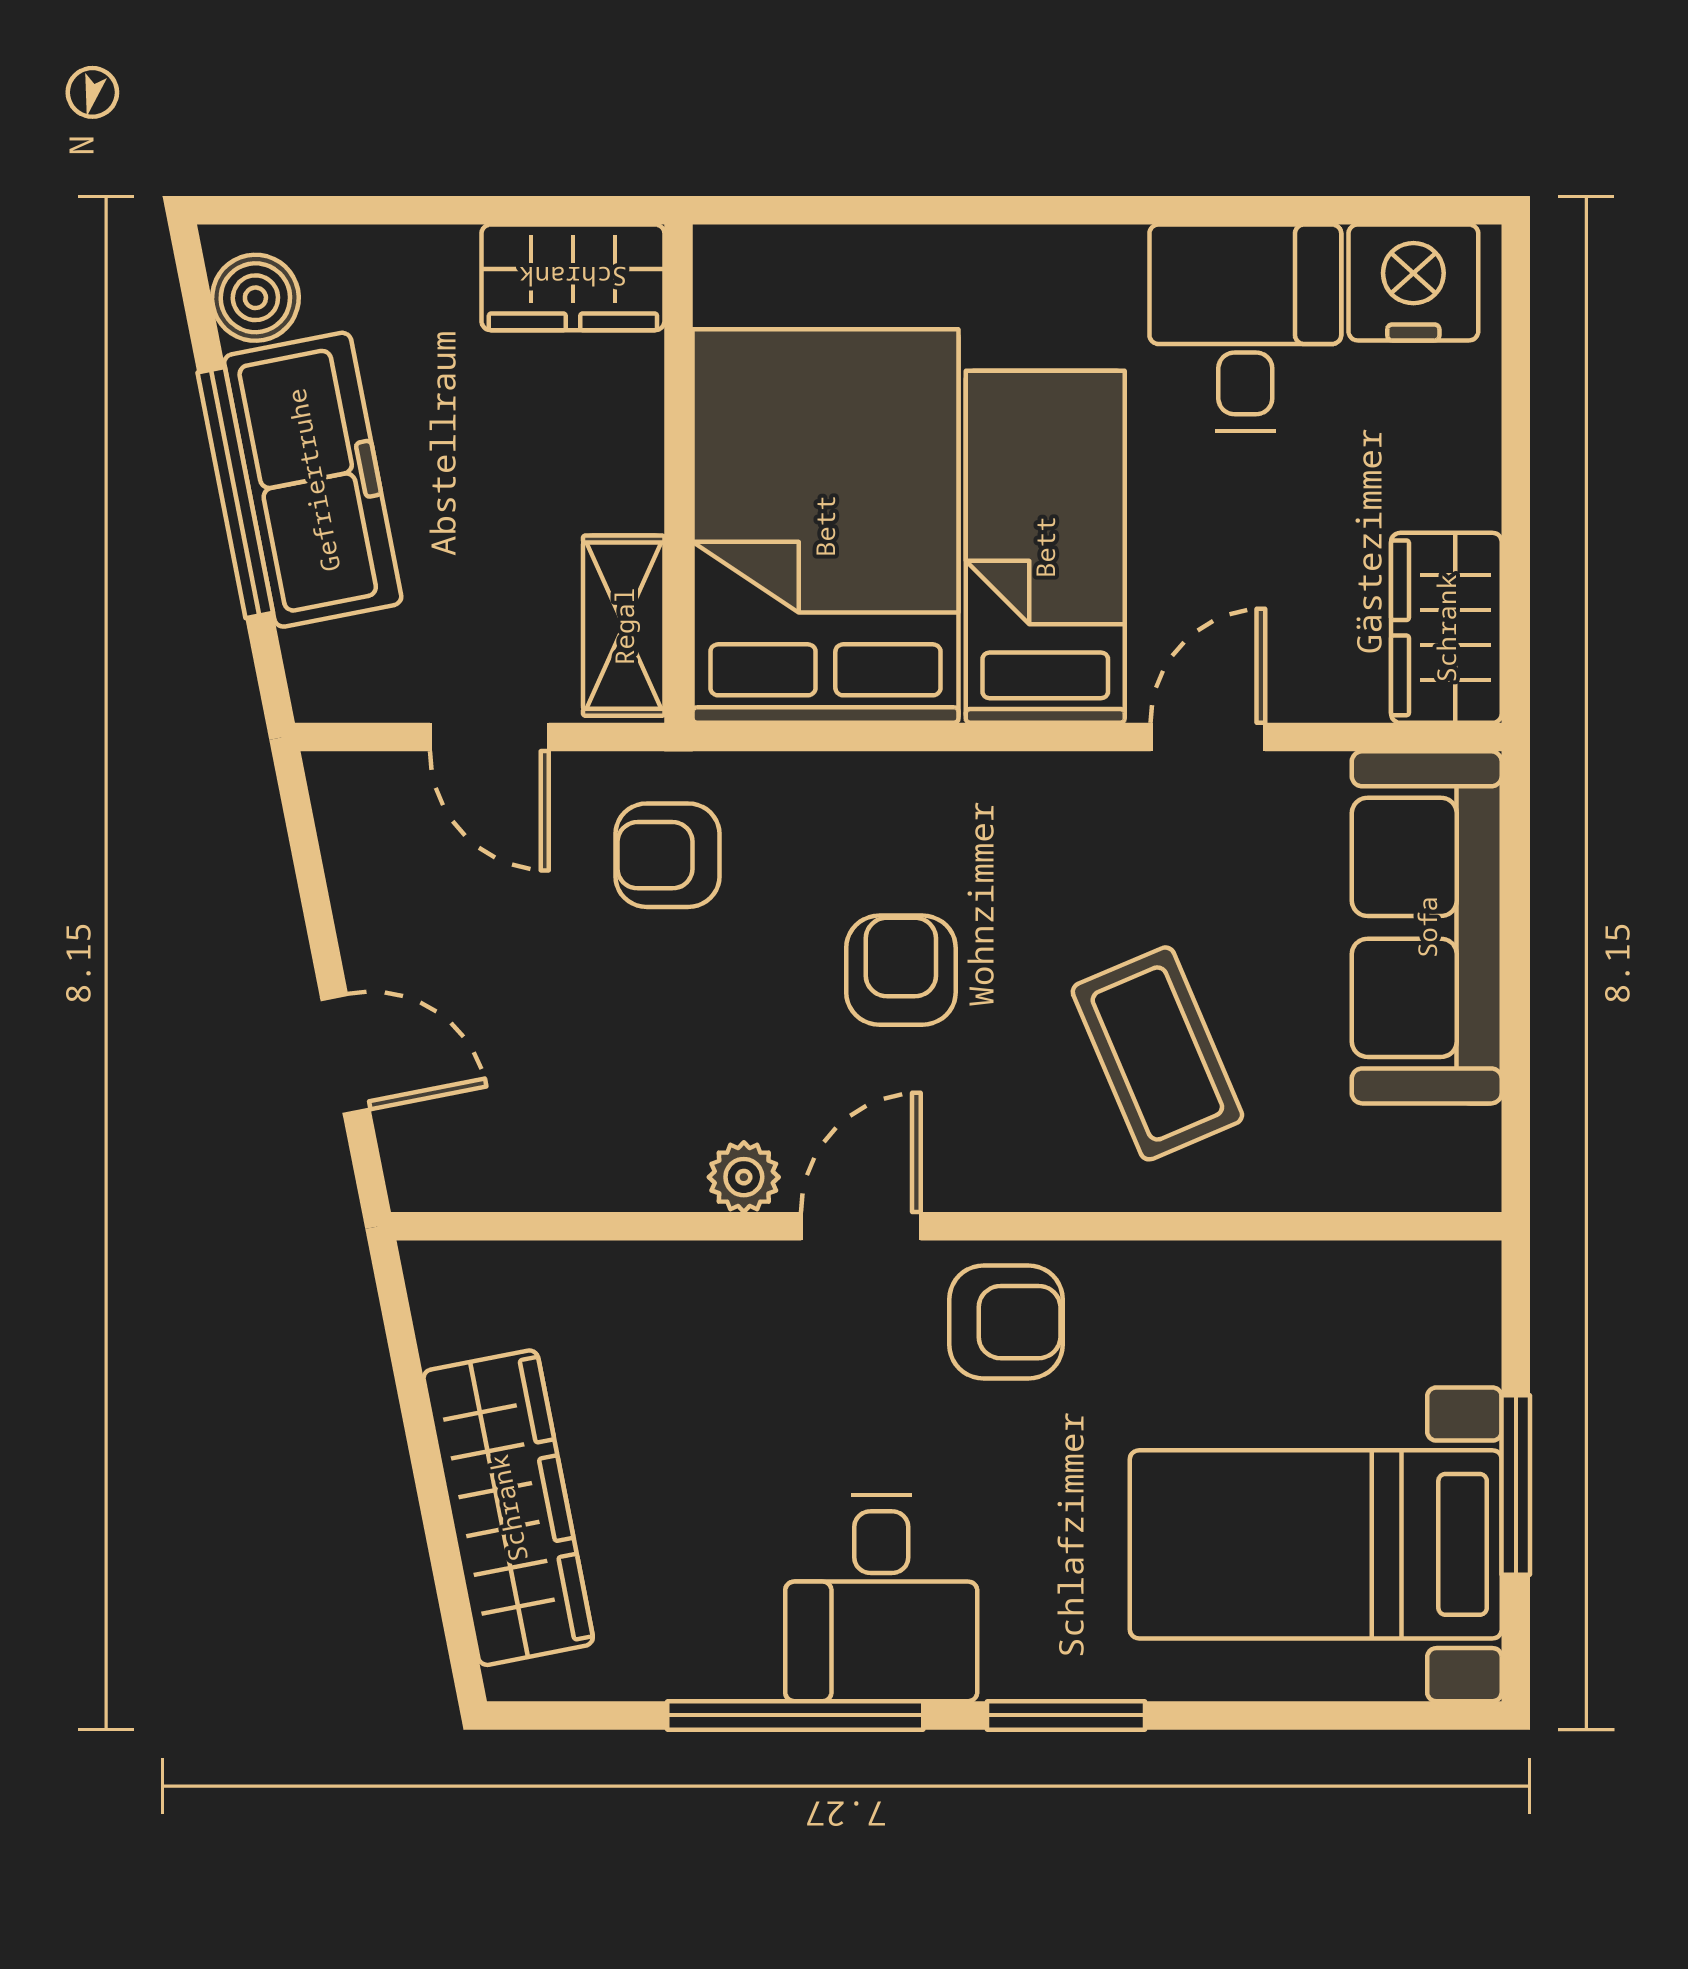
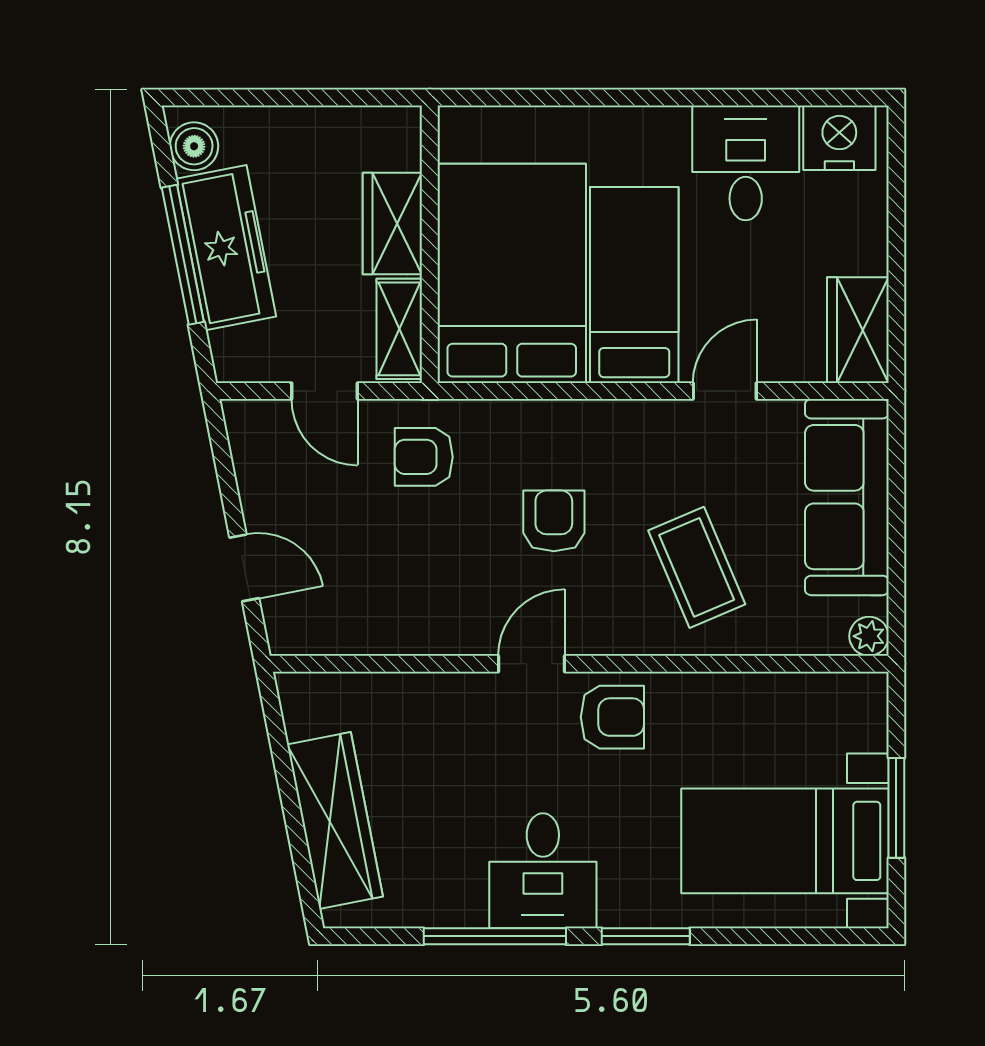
wardrobe: (573, 277) -> (392, 224), moved, turned 90
plant: (744, 1177) -> (869, 636), moved

